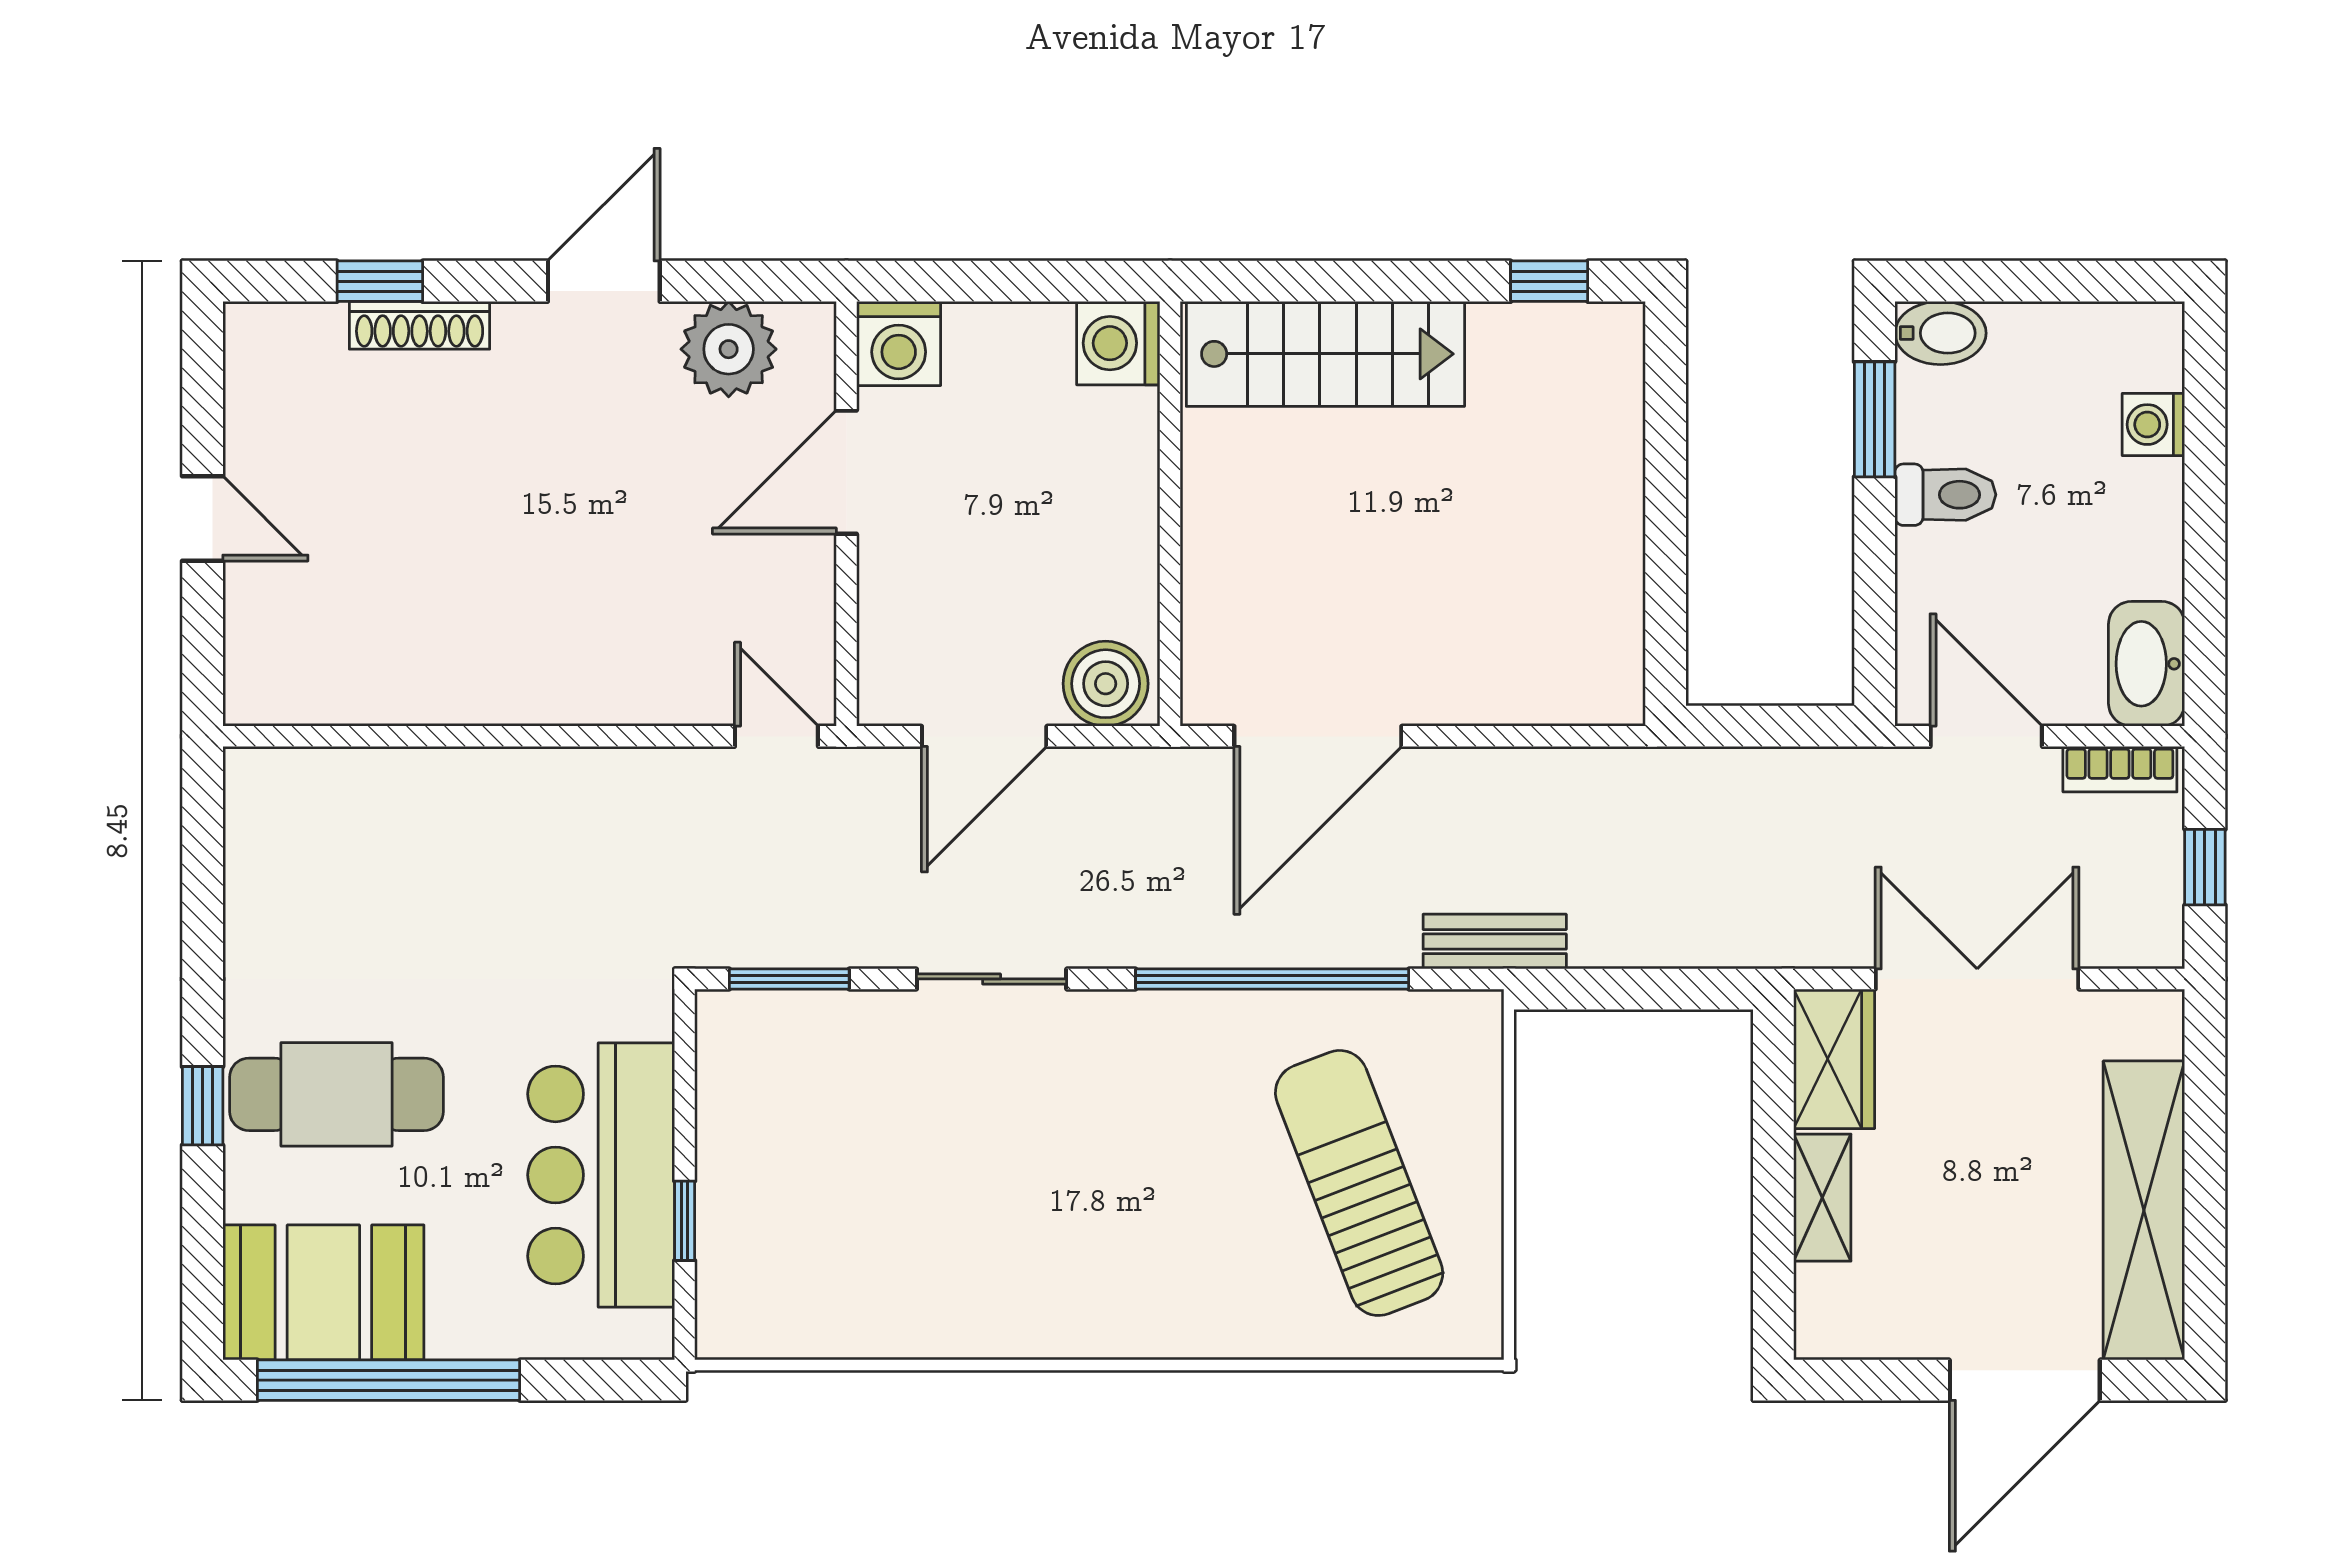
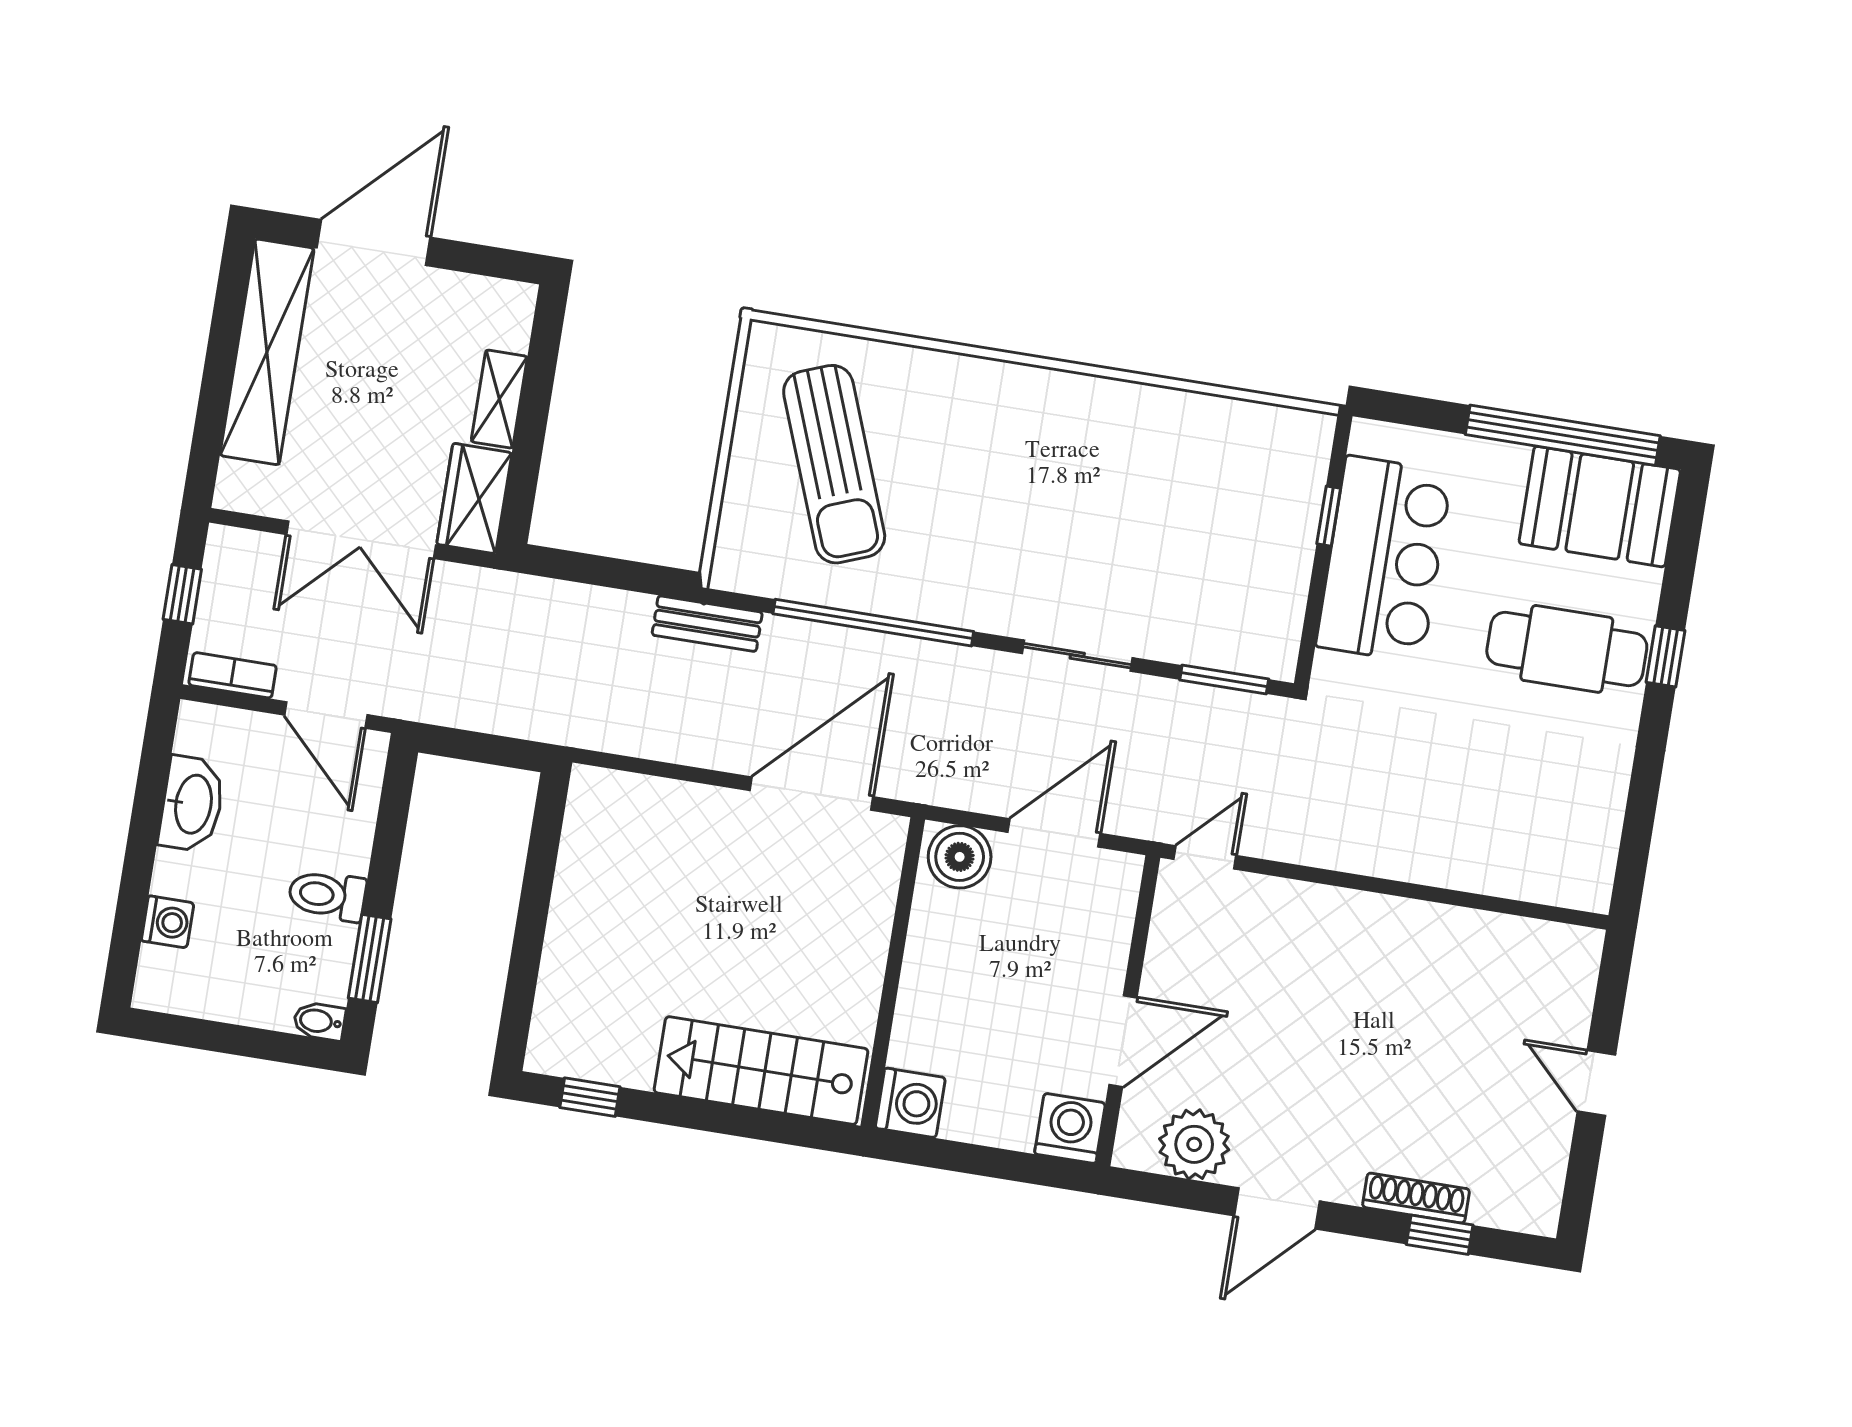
bidet: (1941, 333) -> (319, 1021), width x0.72, depth x0.74
washbasin: (2147, 664) -> (192, 804), moved
door: (776, 736) -> (1205, 857), swing flipped

